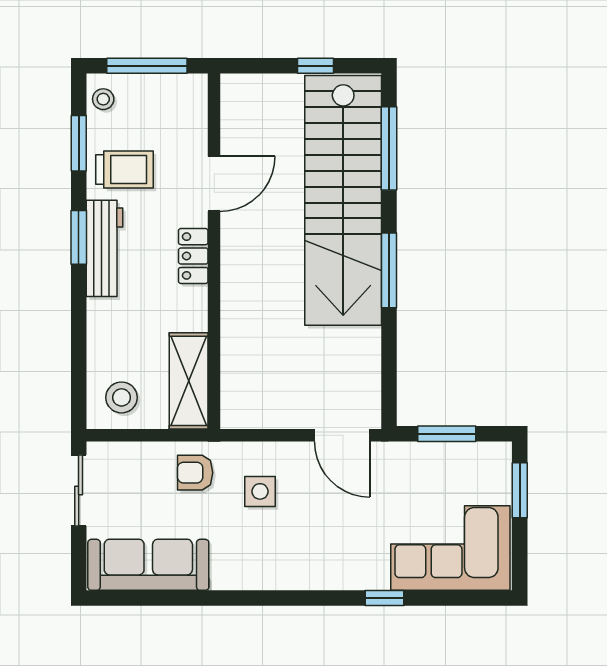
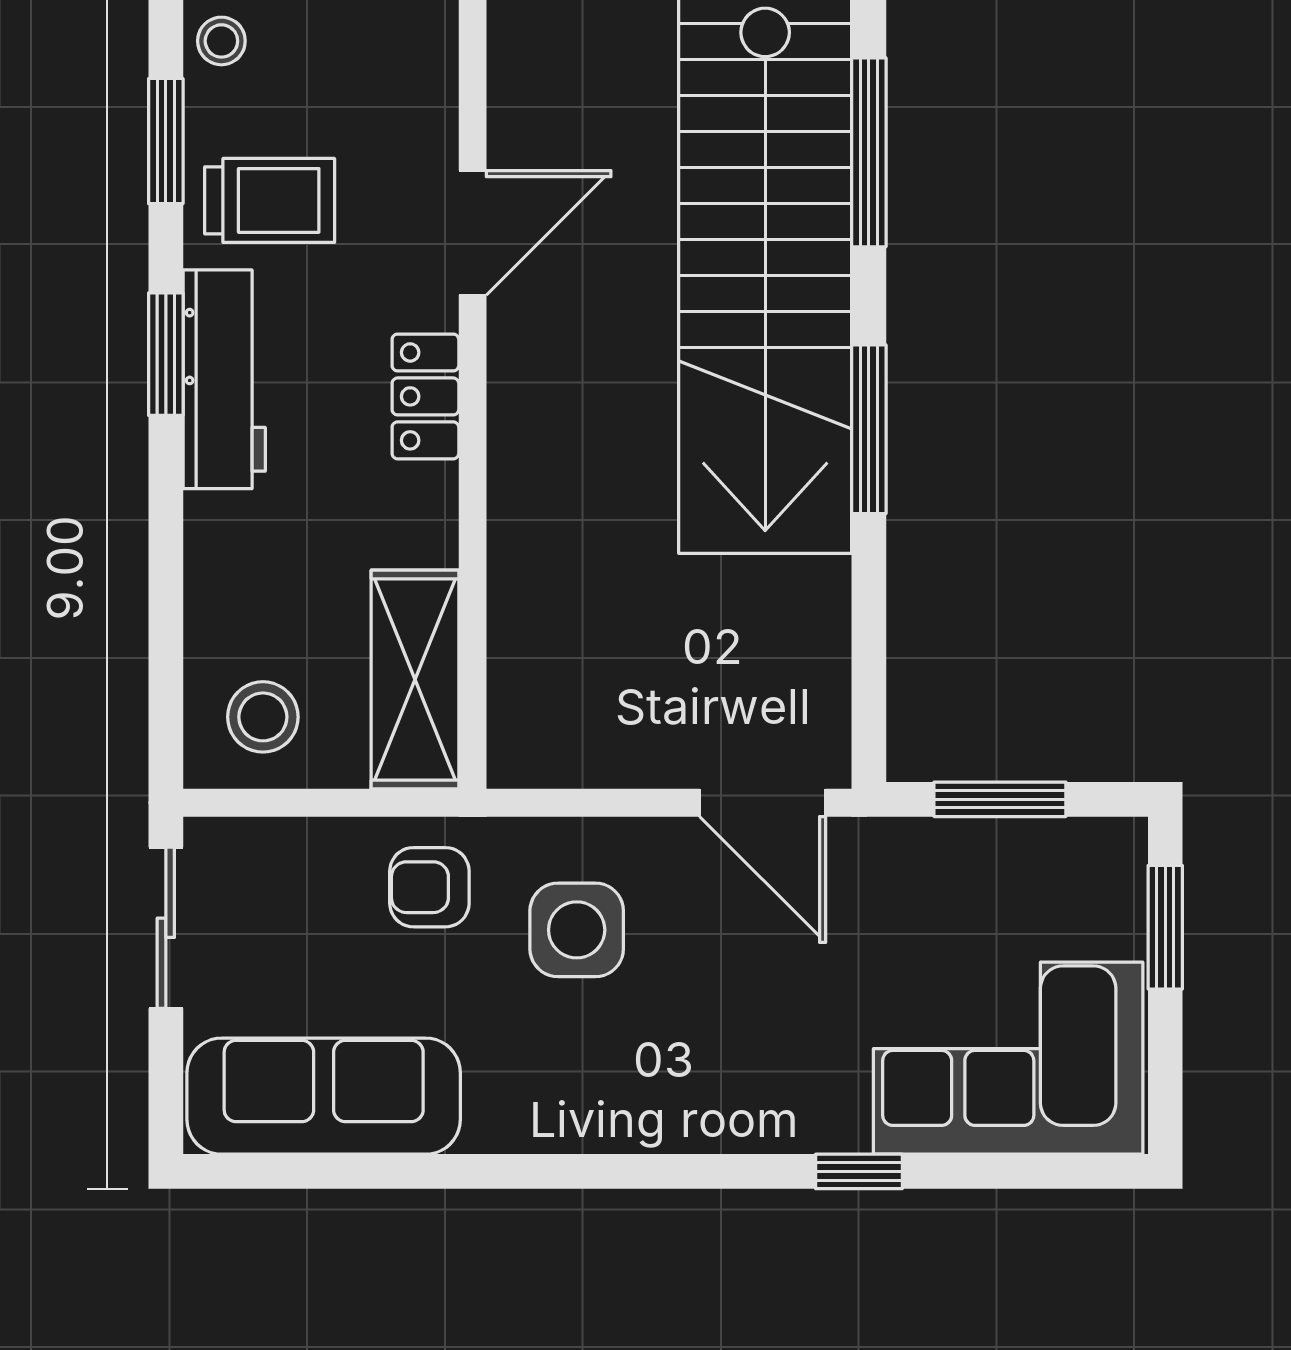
side table: (260, 491) -> (577, 930), width x1.37, depth x1.37

